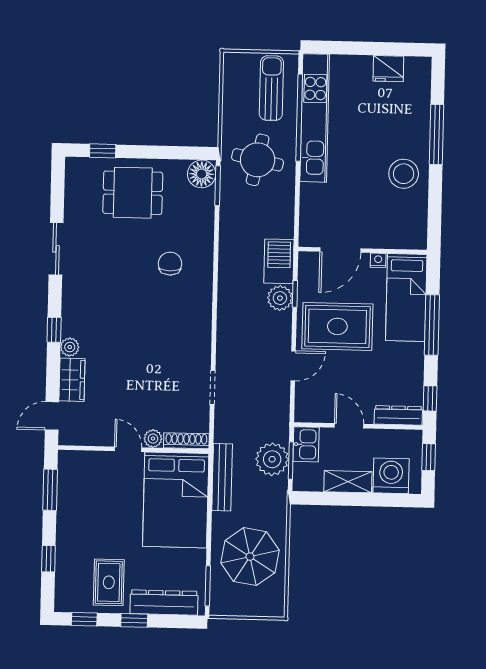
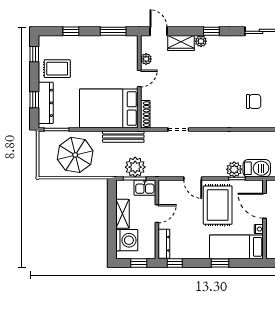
window: (432, 325) -> (220, 263), width x0.46
plant: (153, 439) -> (146, 59), moved
window: (134, 620) -> (34, 100), moved

